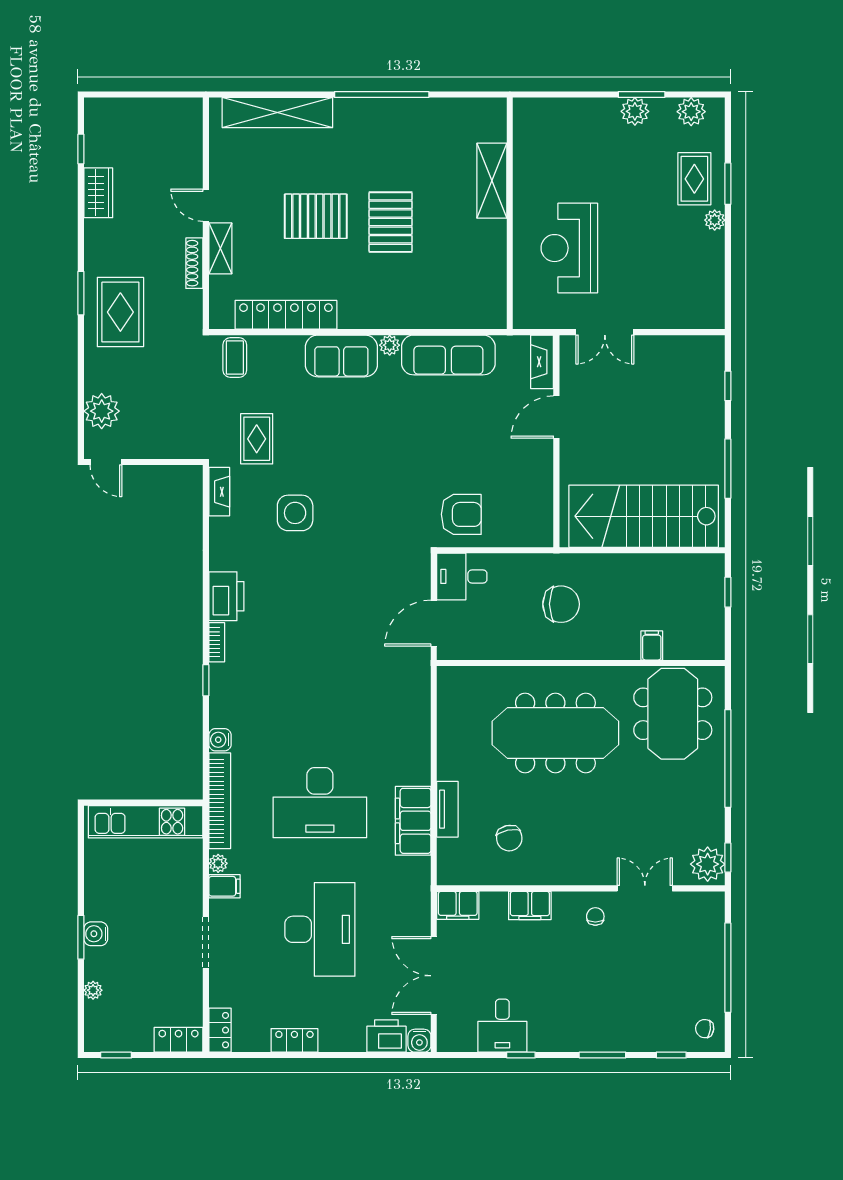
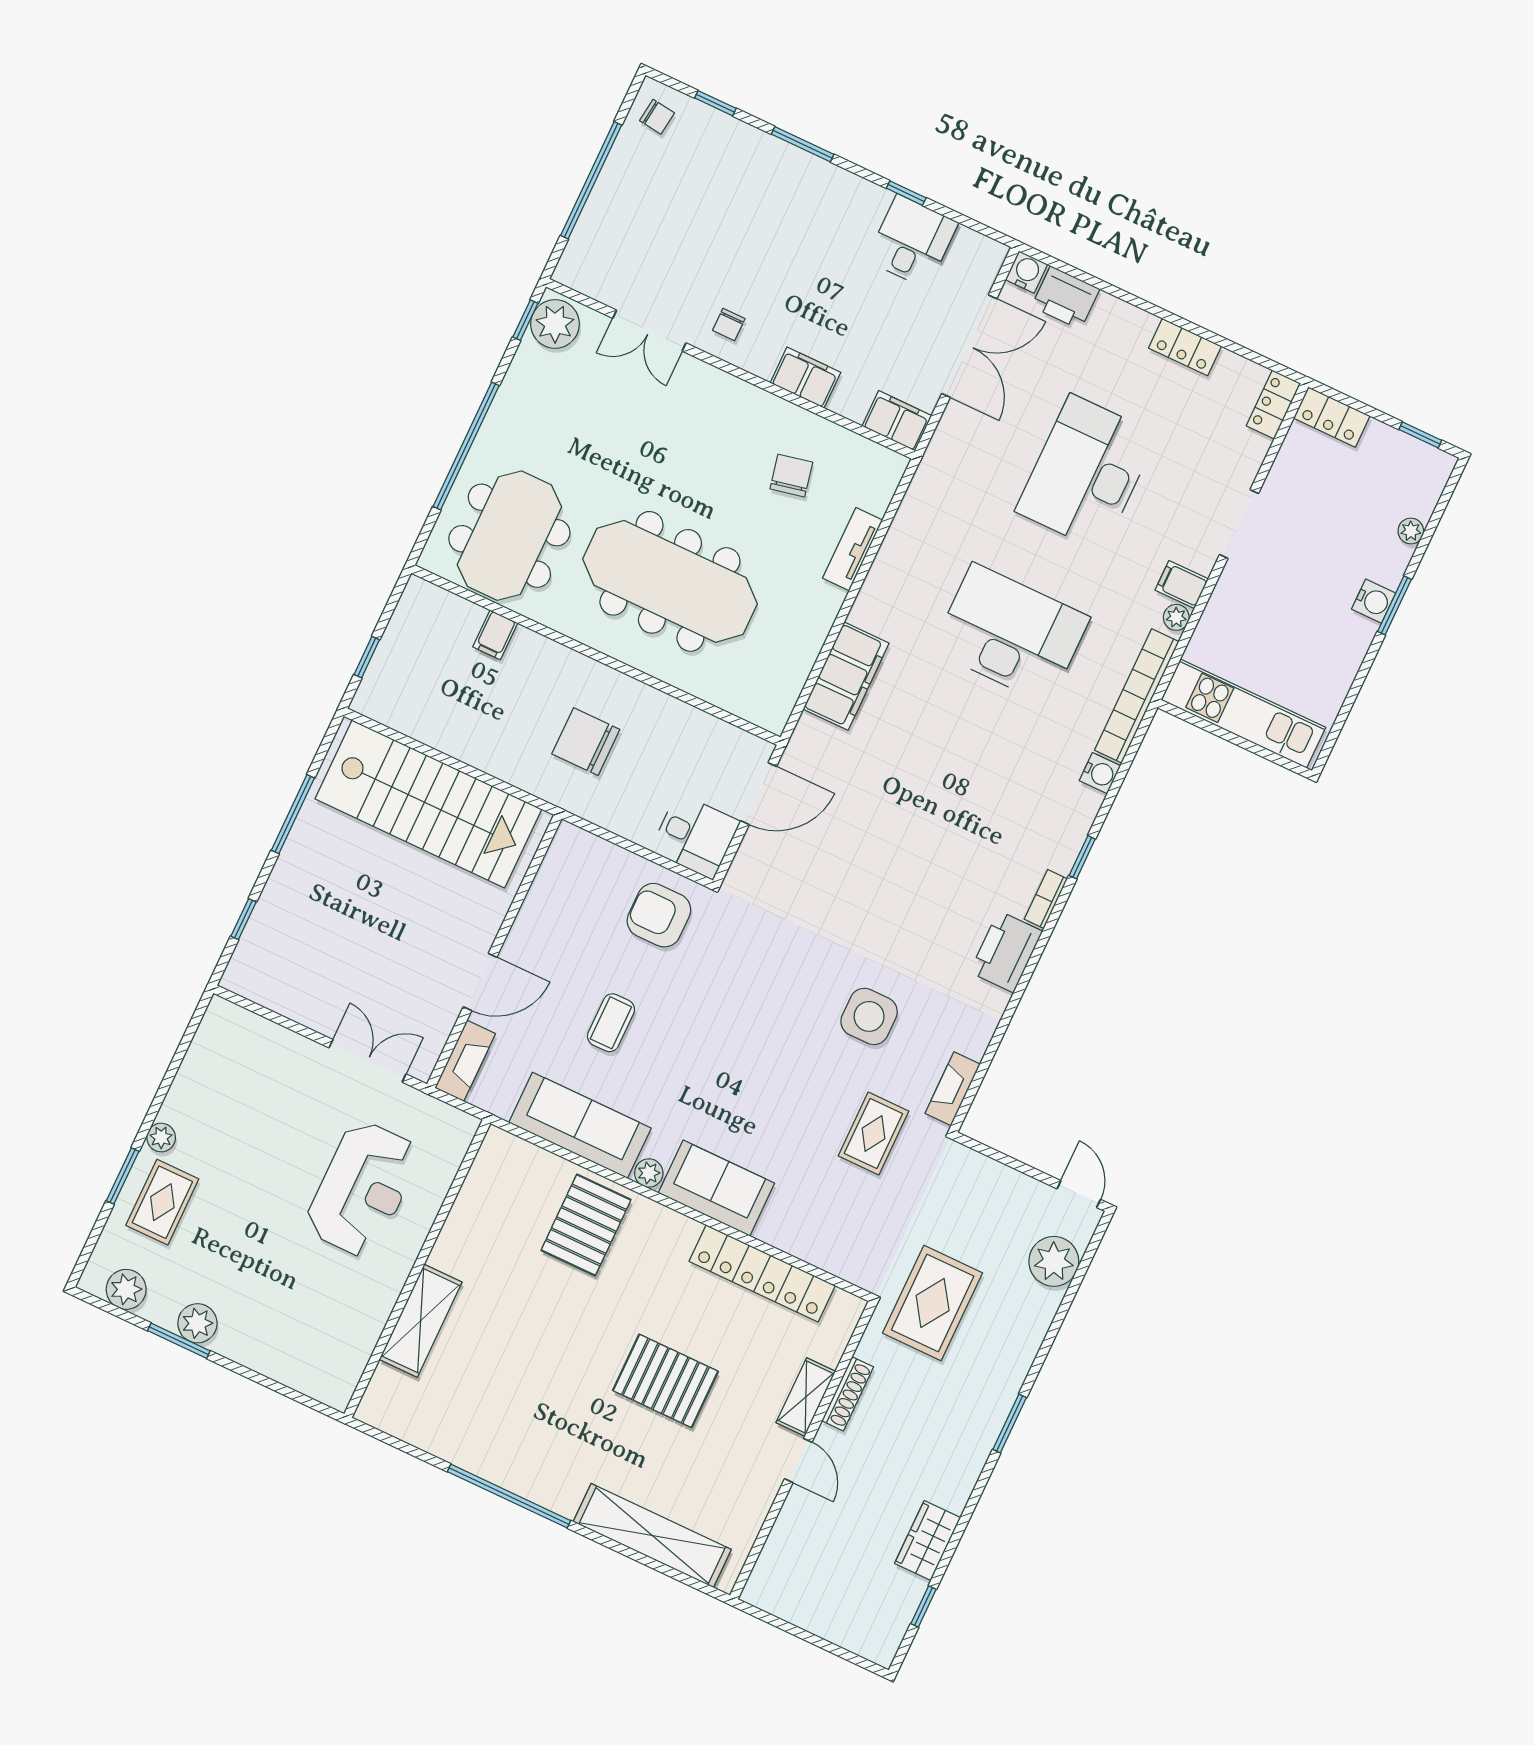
pallet: (391, 222) -> (586, 1225), moved
rug: (120, 312) -> (933, 1303), moved
coffee table: (235, 357) -> (611, 1023), moved
filing cabinet: (413, 821) -> (846, 676), moved

